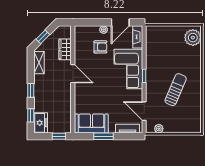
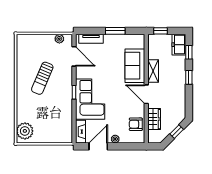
armchair: (100, 47) -> (136, 124), moved
shelving: (39, 63) -> (153, 71), moved
sofa: (91, 123) -> (135, 66), moved, turned 90

